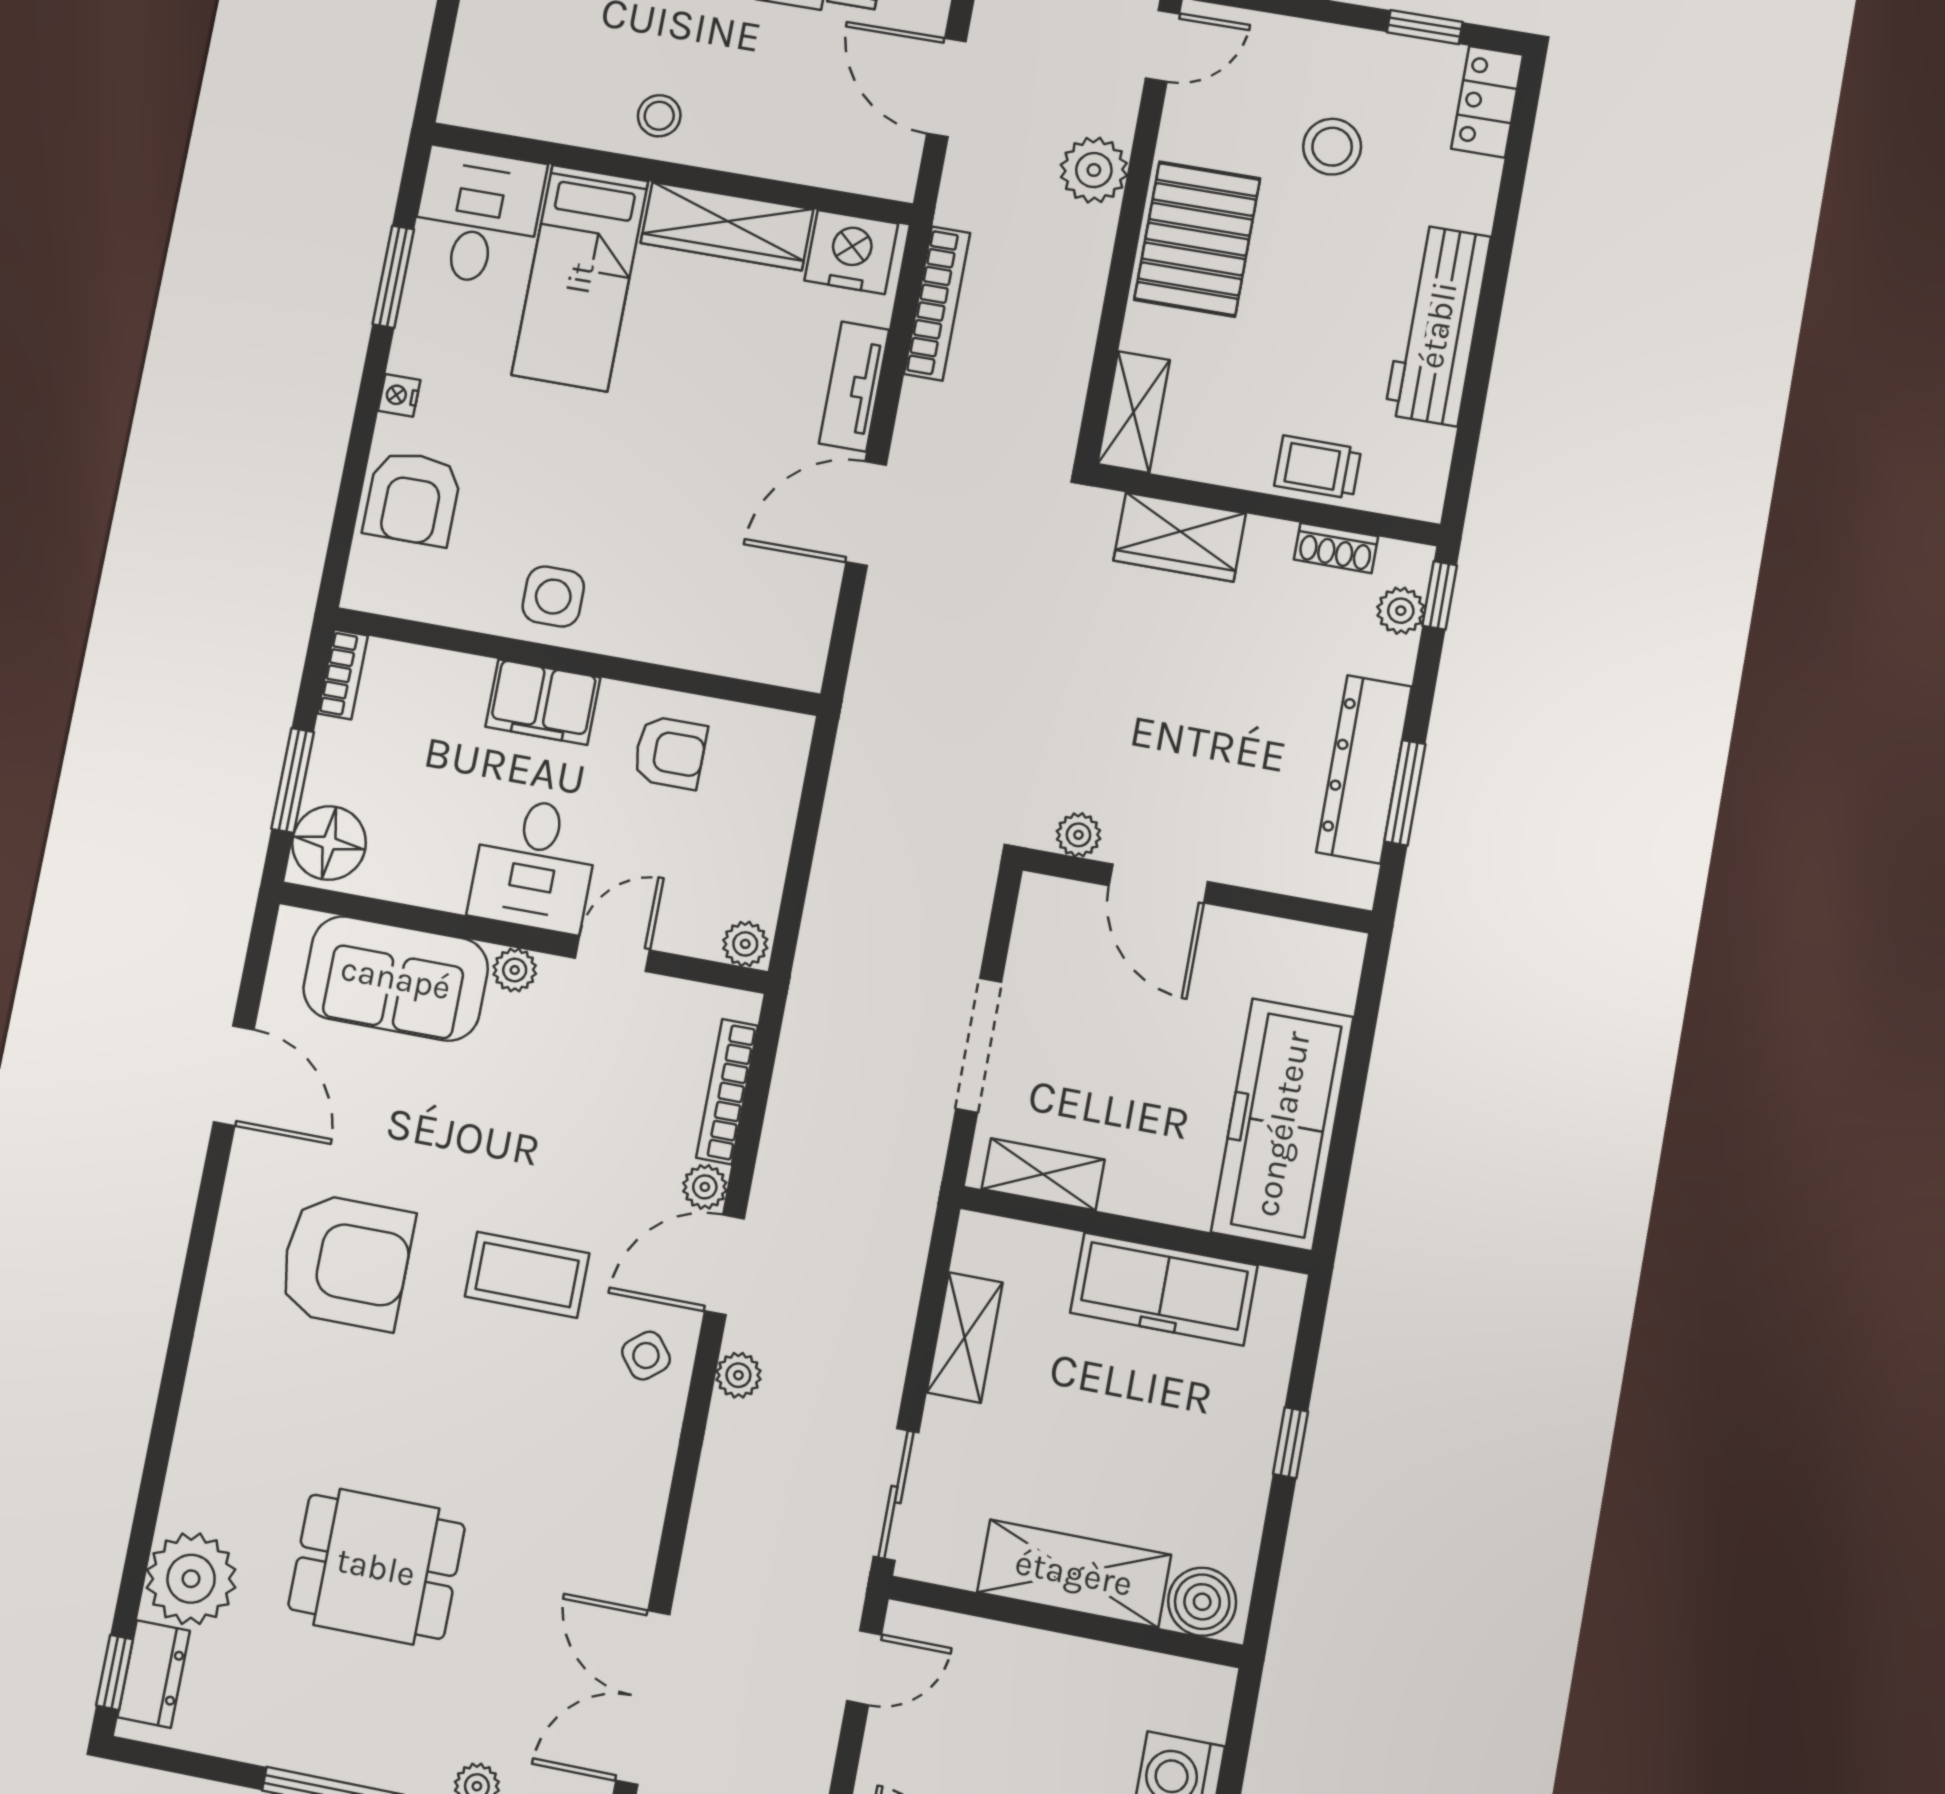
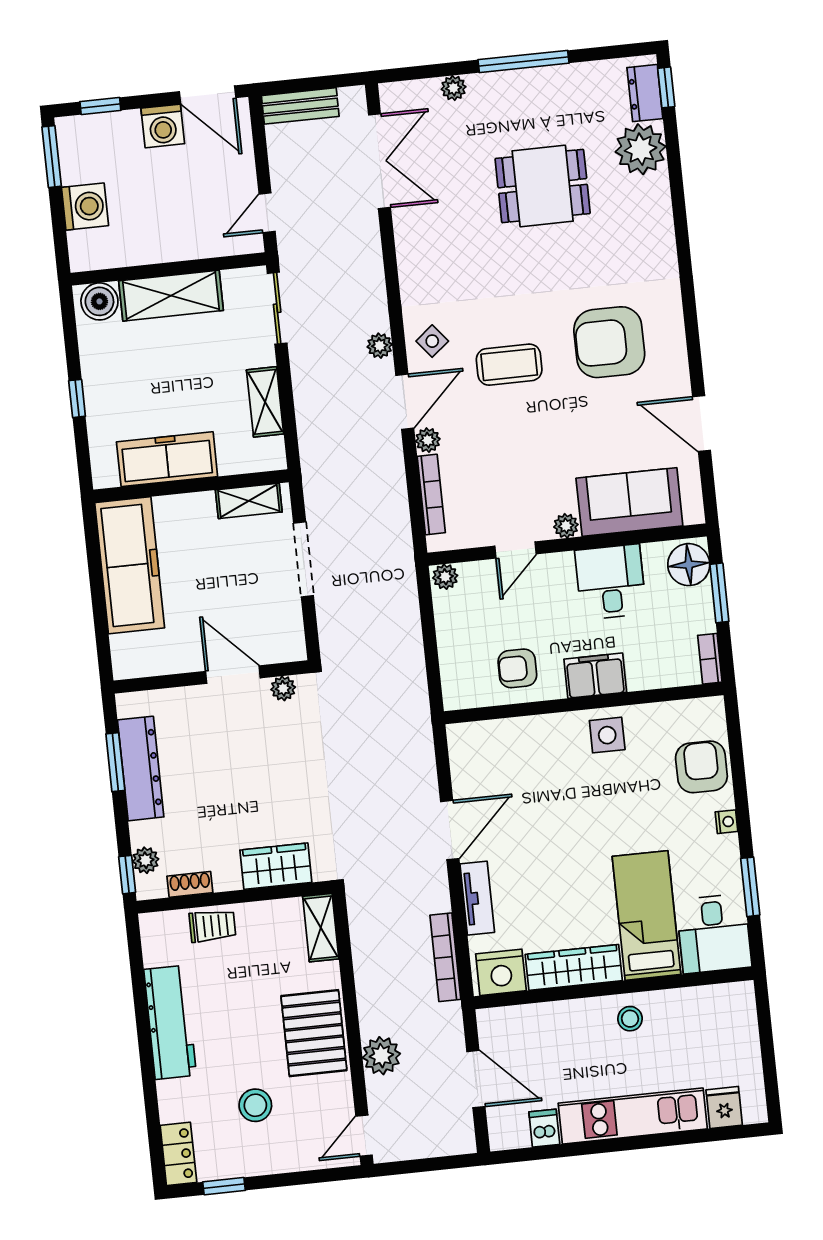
desk: (534, 864) -> (611, 582), moved

